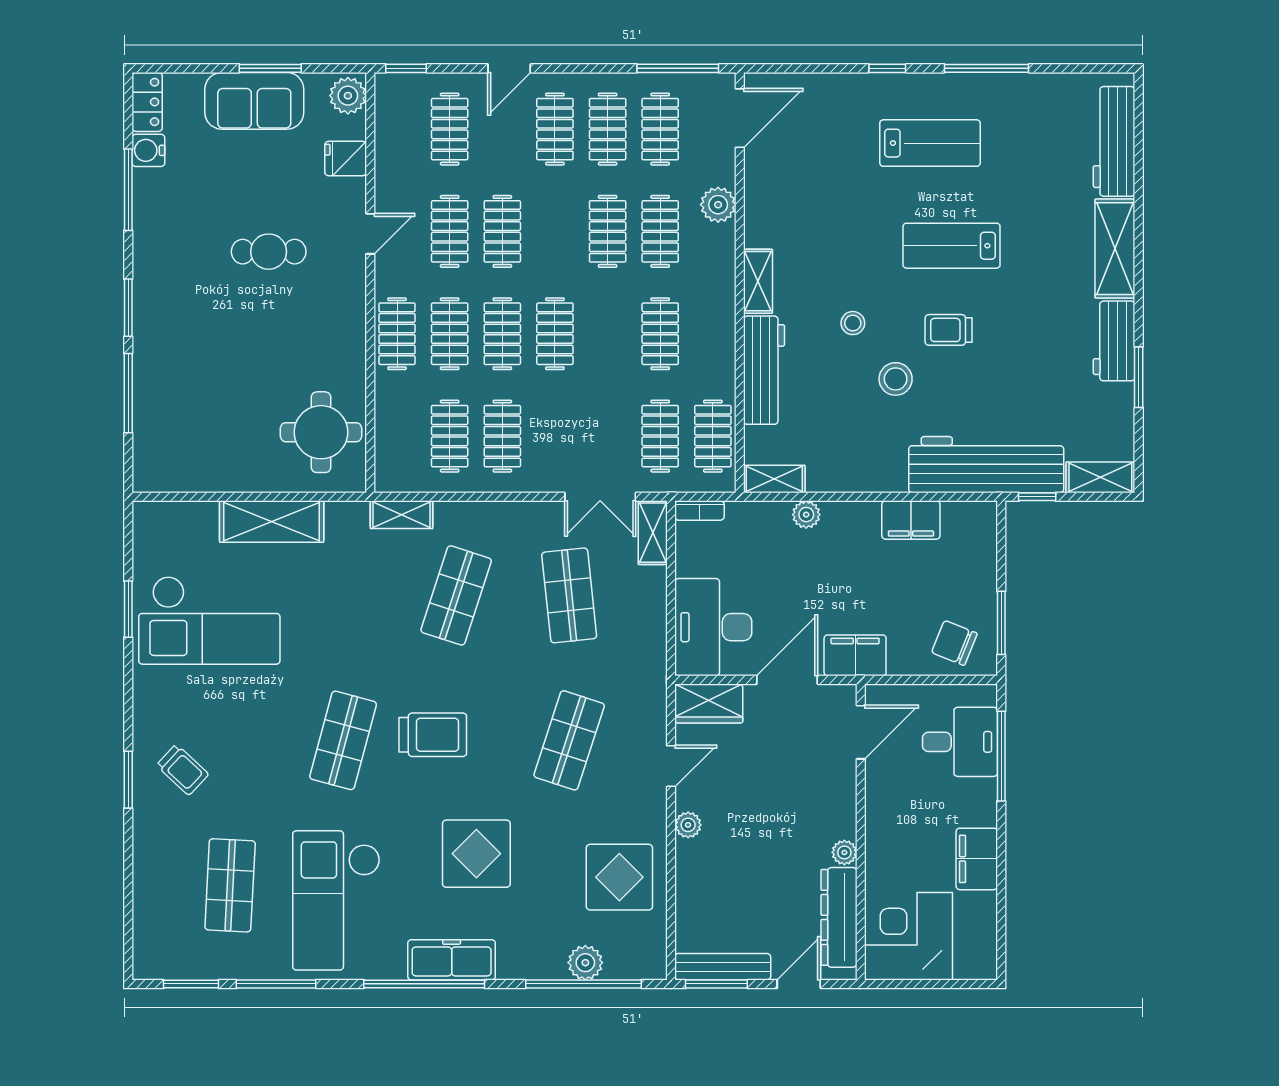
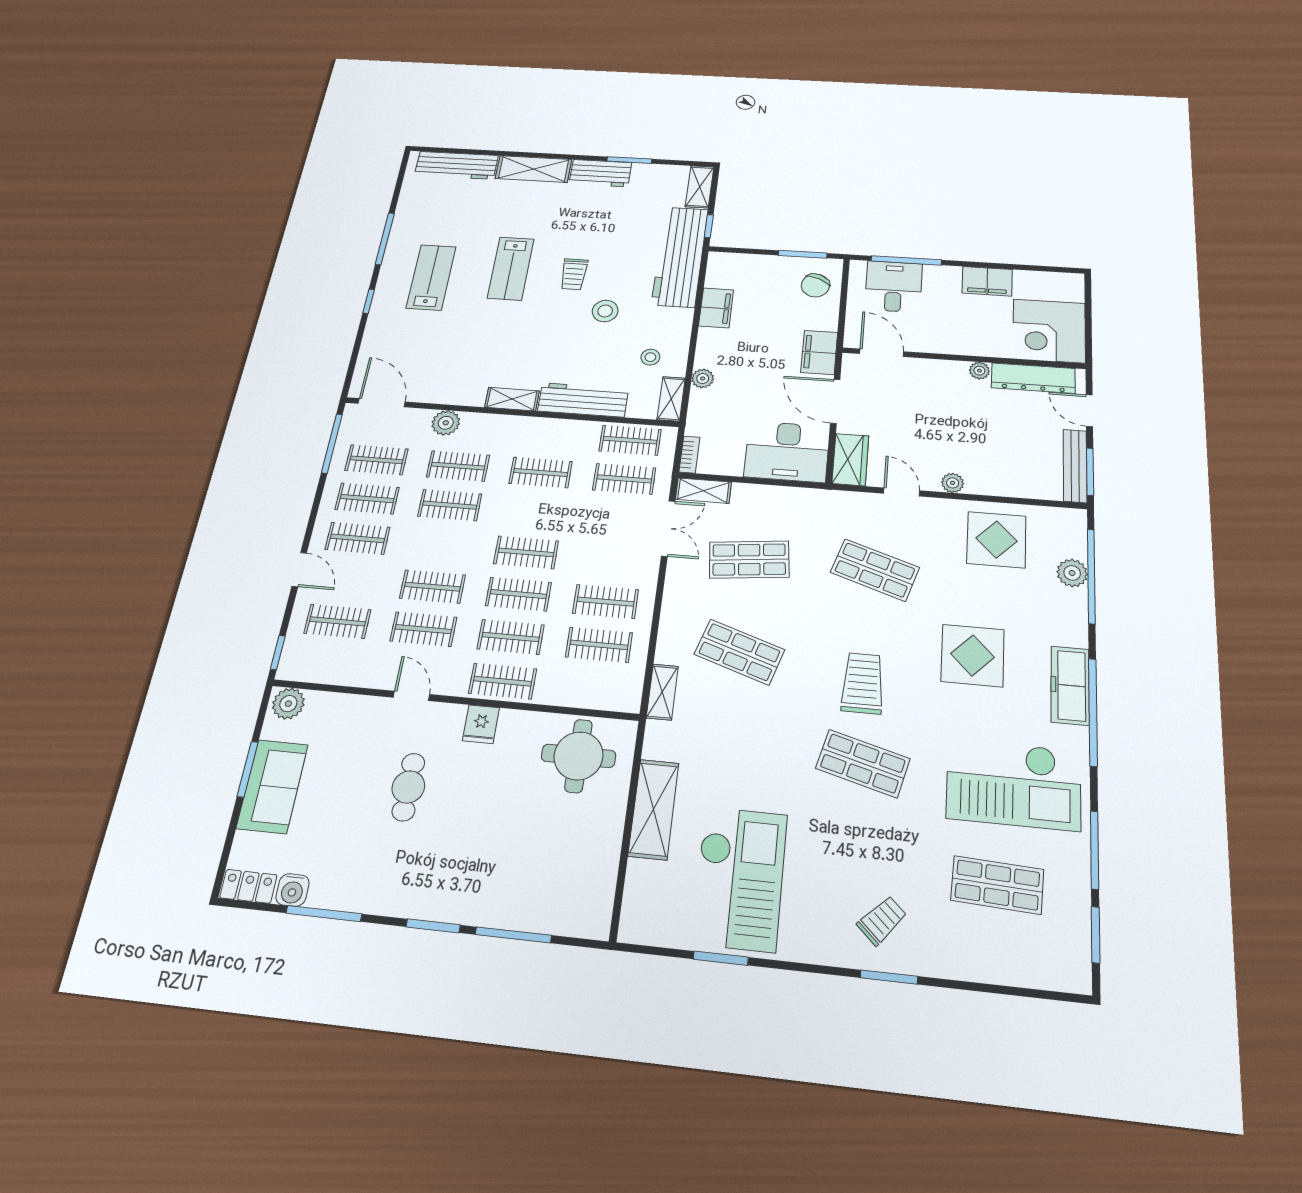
fridge: (346, 159) -> (481, 724), moved
stool: (853, 323) -> (650, 357), moved

